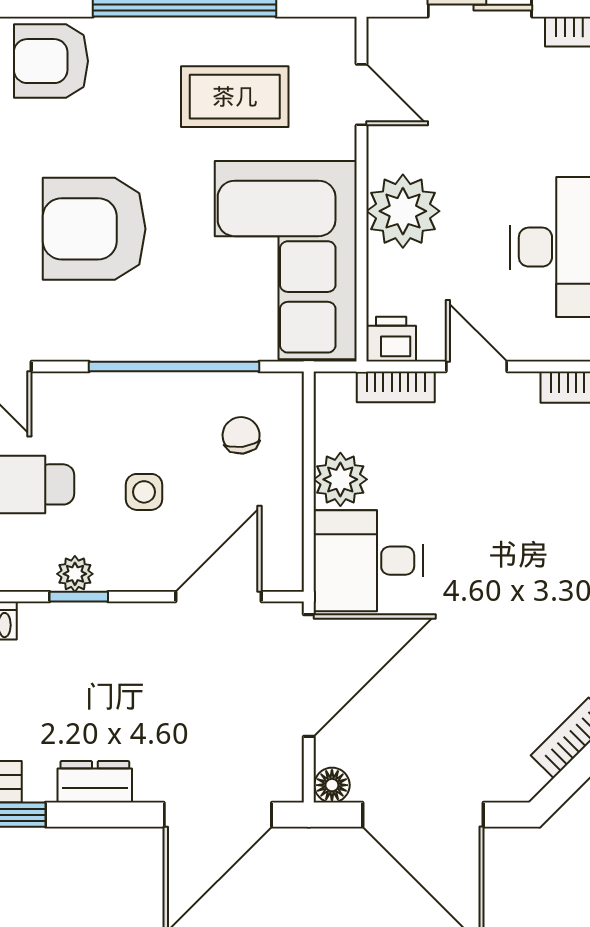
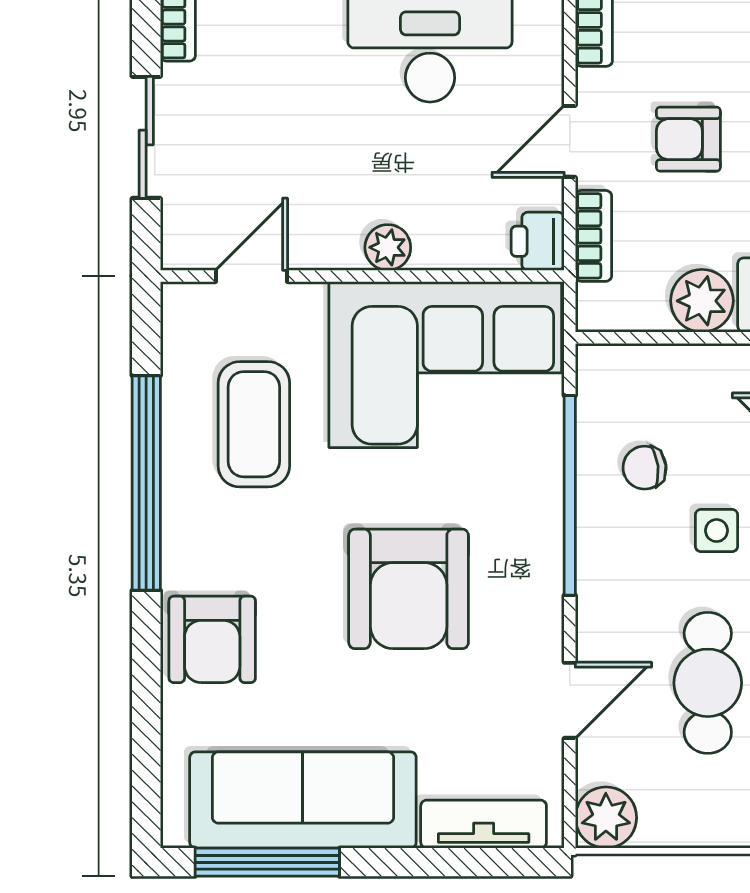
plant: (403, 211) -> (388, 247), width x0.53, depth x0.53
chair: (241, 435) -> (645, 468), moved
armchair: (478, 468) -> (688, 139), added

